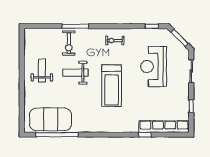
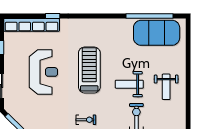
reception desk: (154, 66) -> (43, 72), moved
weight bench: (75, 73) -> (129, 84), turned 180

